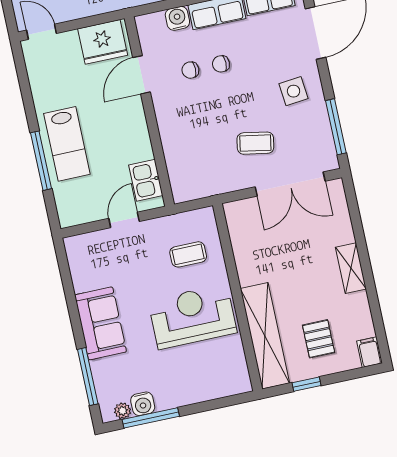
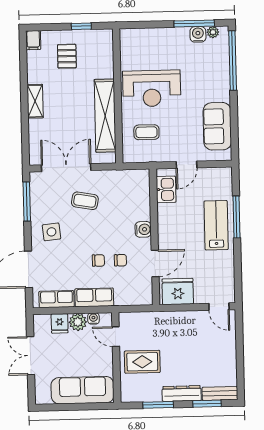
water cooler: (177, 18) -> (143, 229), moved, turned -90
sofa: (101, 323) -> (217, 126), moved
shelving: (265, 336) -> (105, 116), moved
window: (88, 377) -> (233, 61), width x1.46

